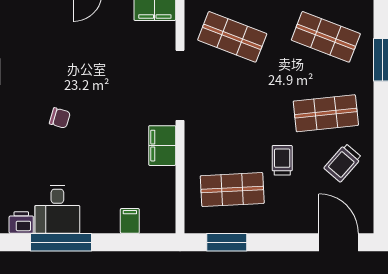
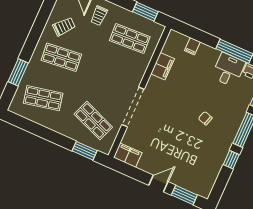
shop shelf: (326, 37) -> (43, 98), turned -33
filing cabinet: (162, 146) -> (163, 66), moved
trolley: (282, 160) -> (99, 16), moved

